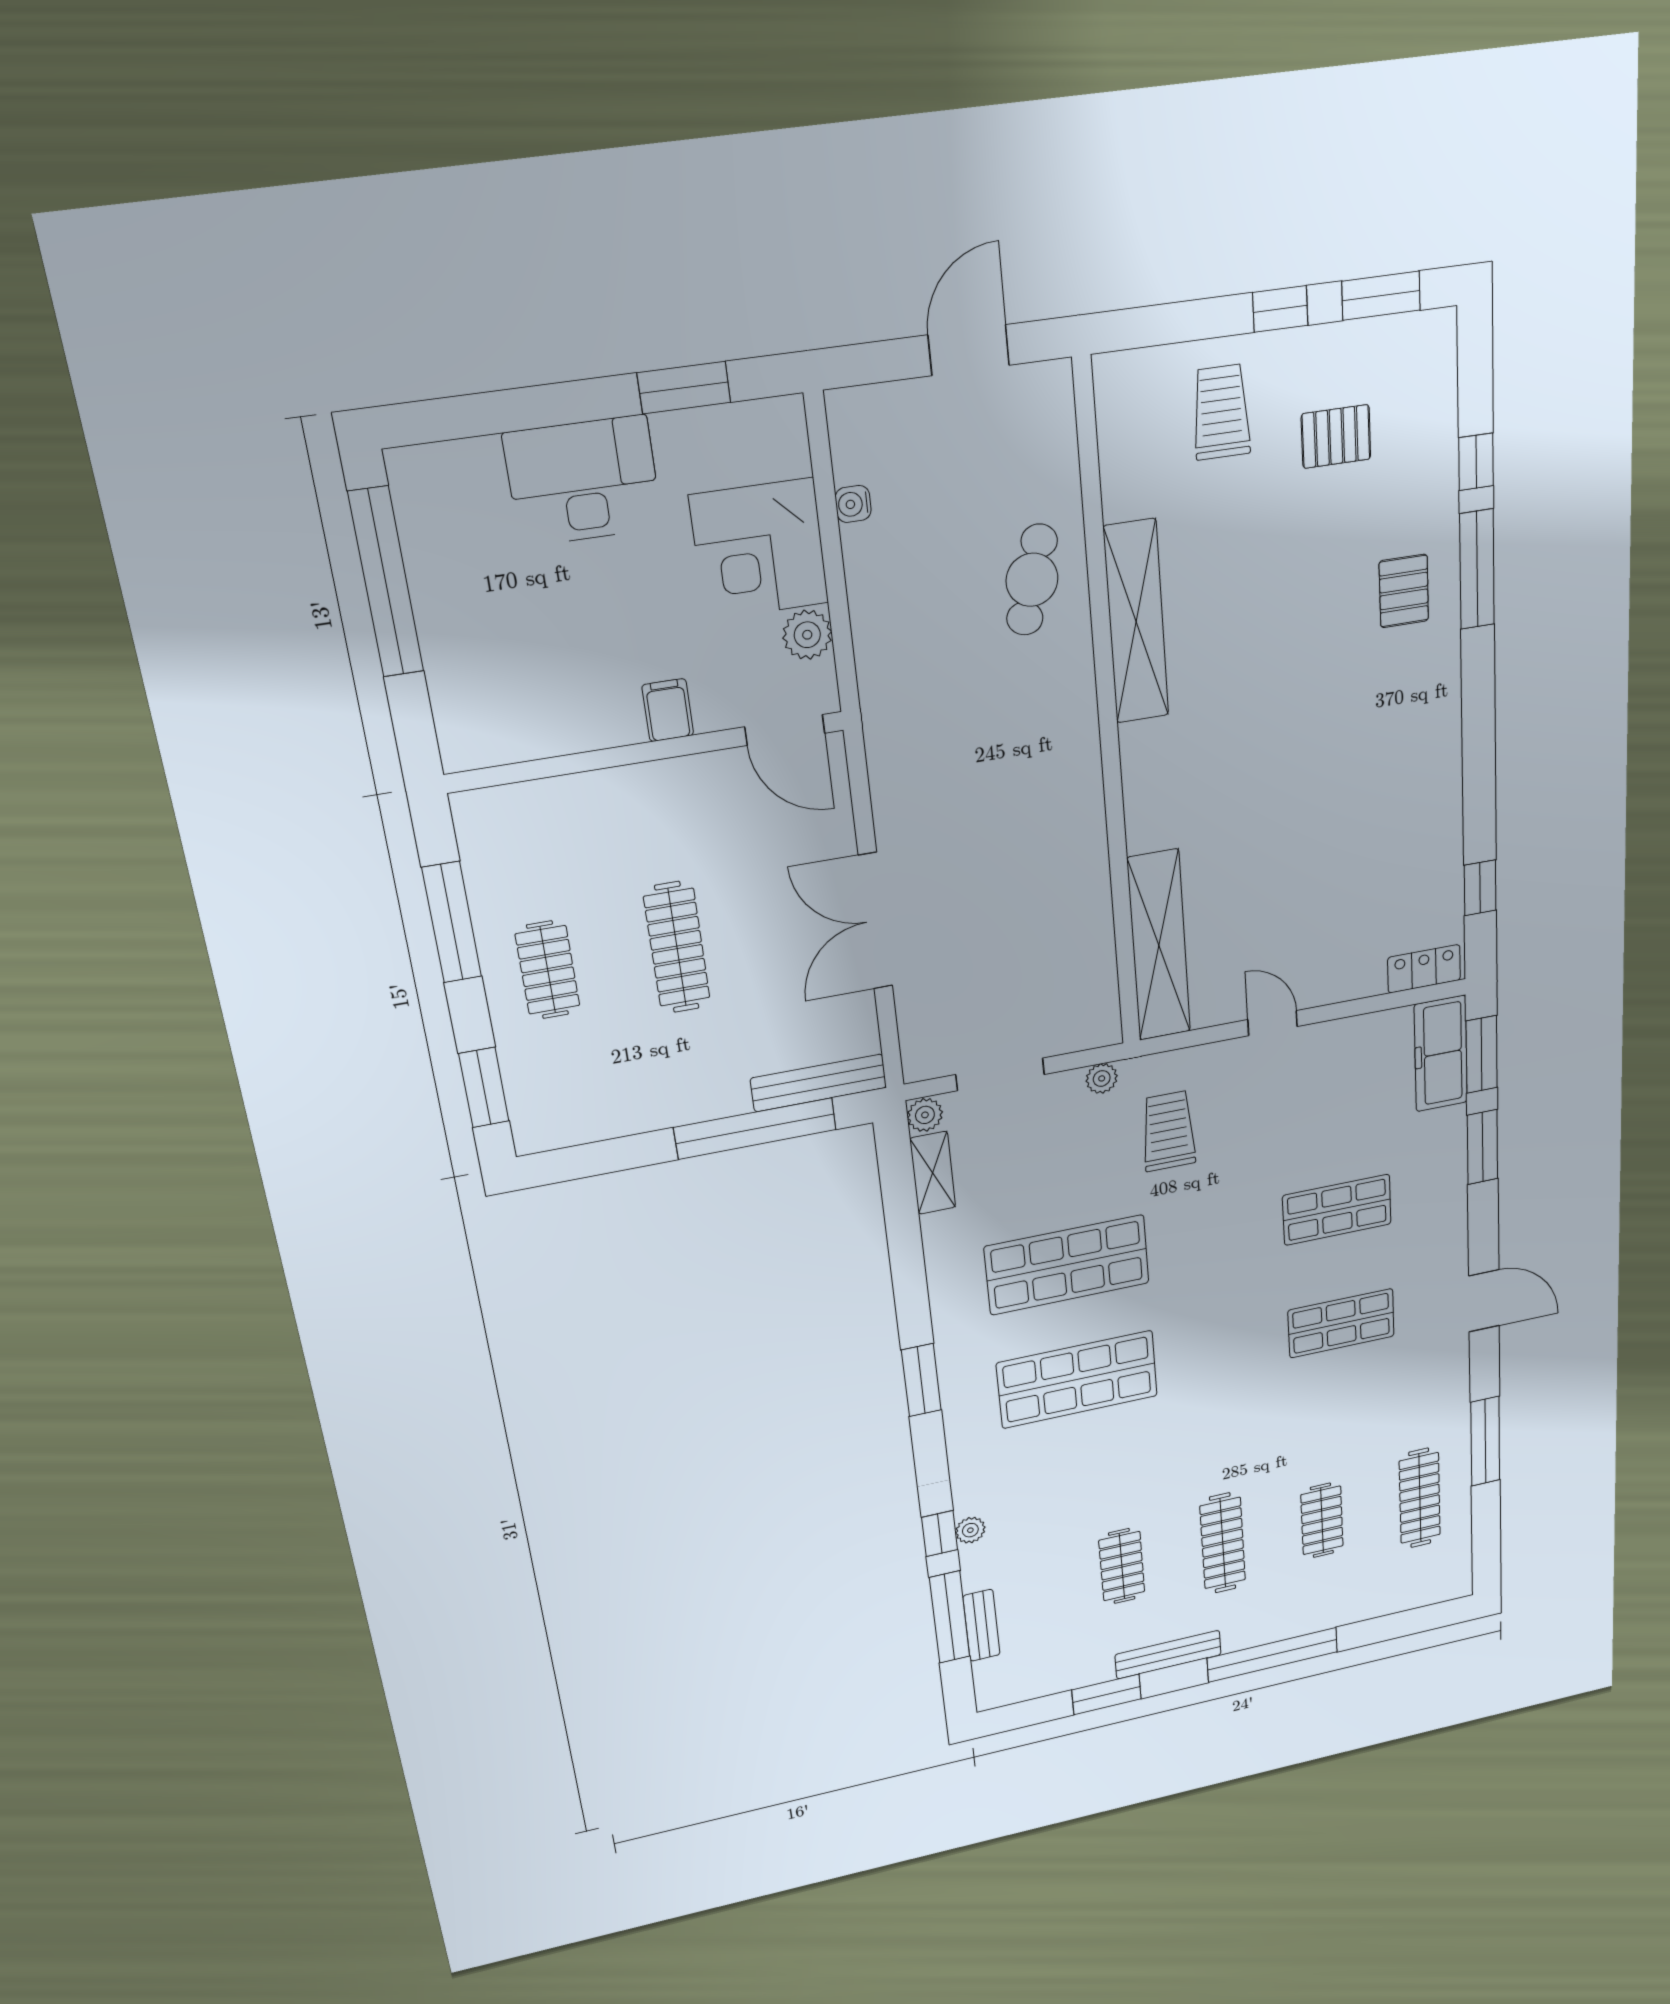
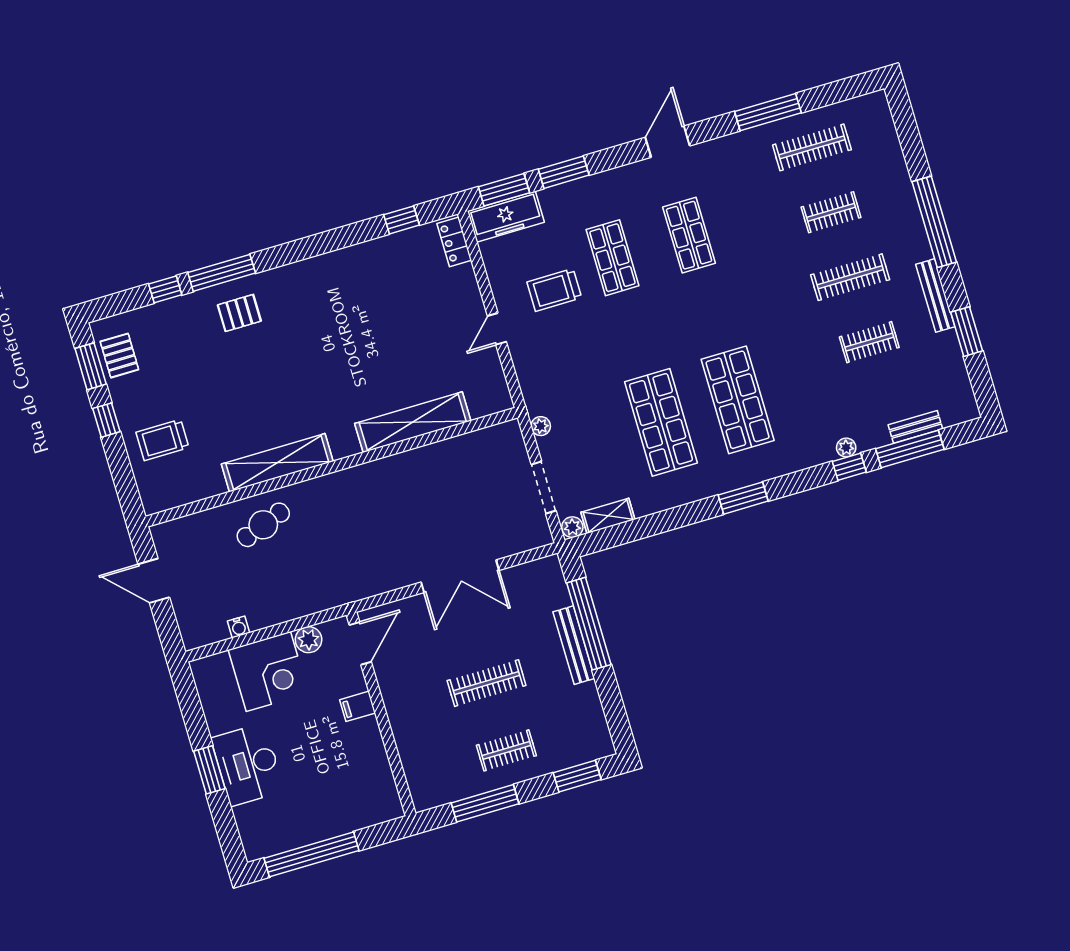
window: (684, 388) -> (209, 770), moved
pallet: (1336, 436) -> (119, 356), moved
cafe table: (1032, 580) -> (263, 525), turned -36
shelving: (1159, 945) -> (413, 422), moved
bench: (819, 1083) -> (574, 645), moved
trolley: (1168, 1131) -> (554, 290), moved

